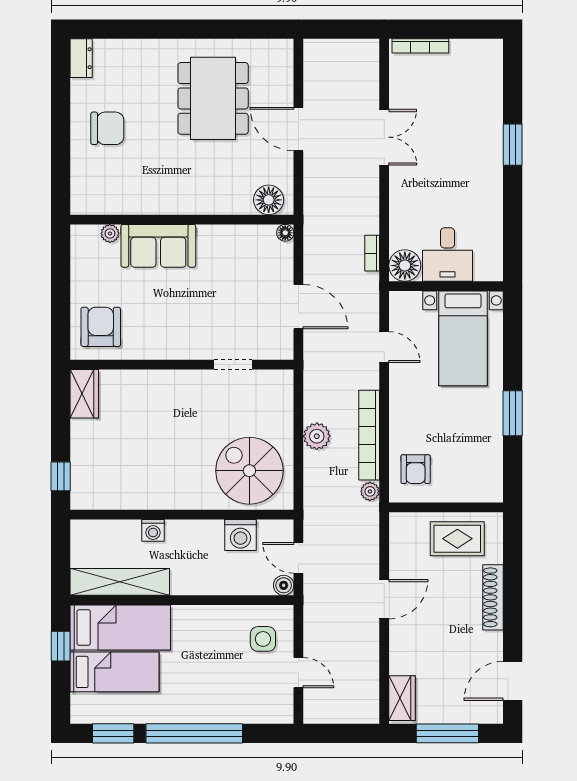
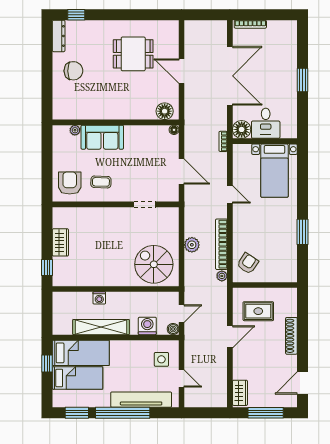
window: (112, 29) -> (76, 15), added
dresser: (81, 58) -> (59, 36), width x1.44
dining table: (213, 98) -> (133, 54), width x0.73
double door: (384, 137) -> (230, 76), width x1.87
desk: (447, 255) -> (266, 123), moved
floor lamp: (405, 266) -> (242, 129), moved
wall: (446, 286) -> (265, 141), moved
coffee table: (156, 325) -> (101, 182), added
bed with nightstands: (463, 338) -> (274, 171), moved
wardrobe: (84, 394) -> (60, 242), moved
armchair: (416, 469) -> (248, 263), turned -146
washing machine: (240, 535) -> (147, 326), moved, turned 180
rug: (457, 539) -> (258, 311), moved
door: (298, 558) -> (181, 314), swing flipped
shelving: (120, 582) -> (101, 327), moved
tv unit: (227, 710) -> (141, 400), added

